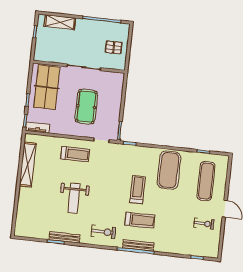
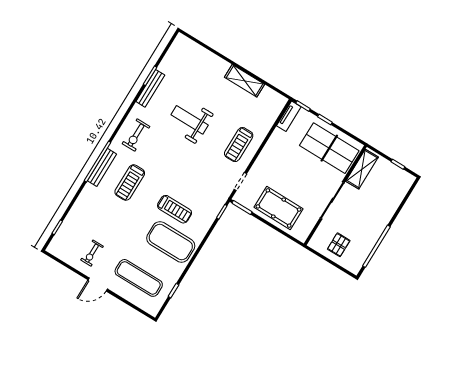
shelving: (60, 22) -> (362, 169), moved
pool table: (86, 107) -> (279, 208), moved
shelving: (28, 165) -> (245, 81), width x0.68
treadmill: (137, 190) -> (175, 209), moved

